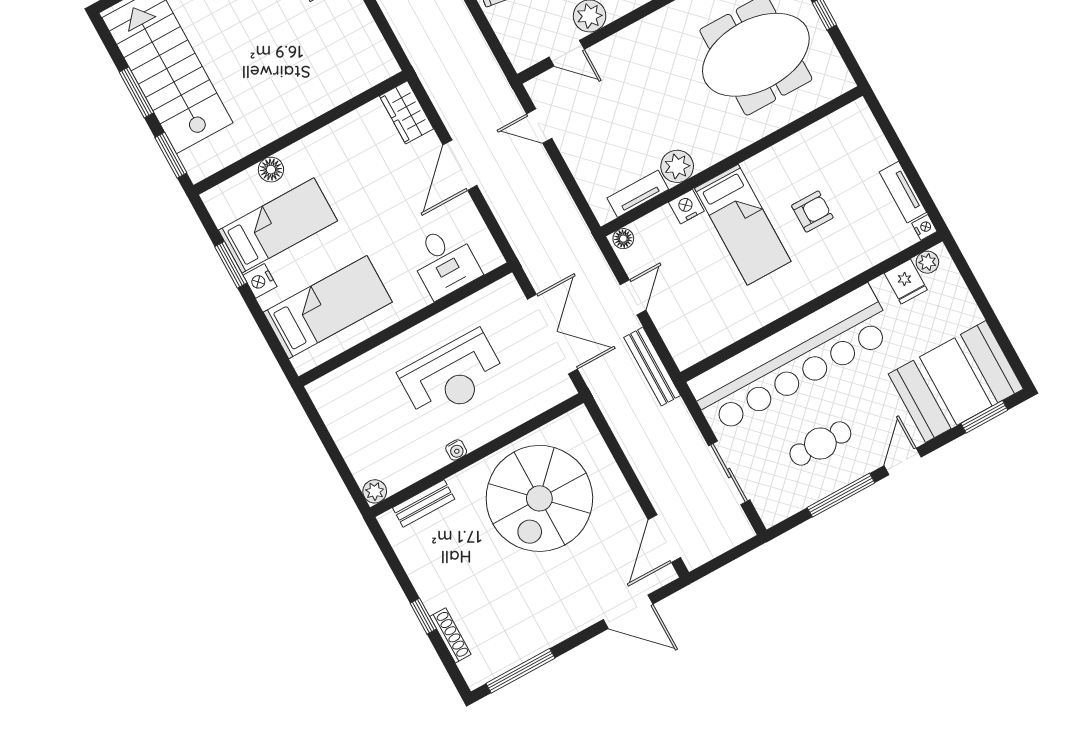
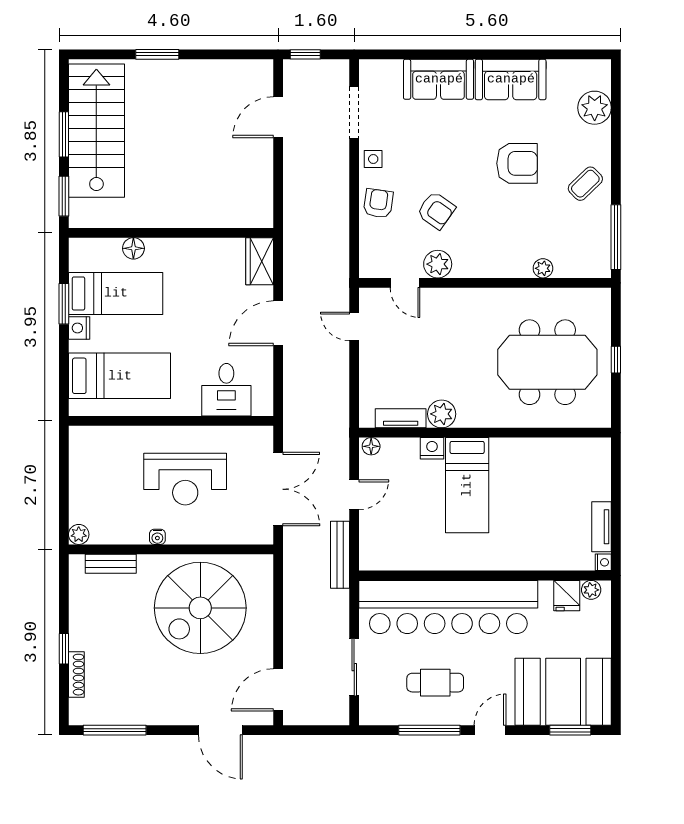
armchair: (812, 212) -> (525, 504), removed

